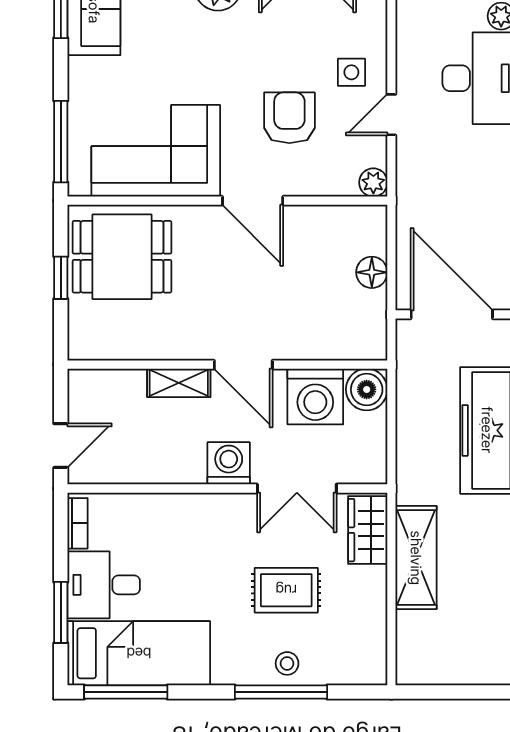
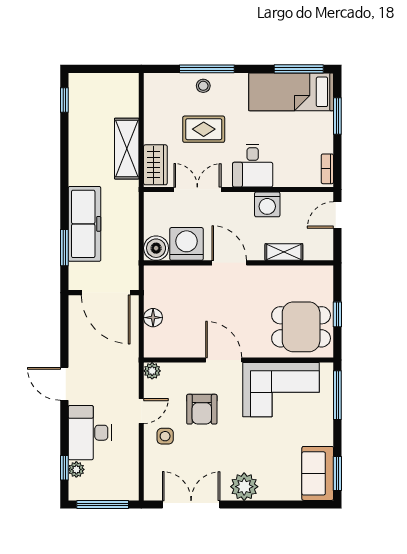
shelving: (179, 383) -> (284, 252), moved
washing machine: (229, 463) -> (267, 204), moved
desk: (104, 585) -> (253, 166), moved, turned 90

